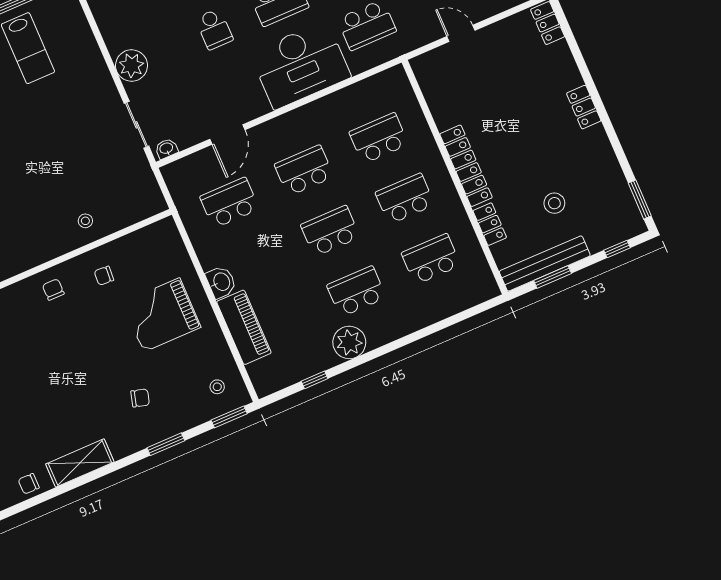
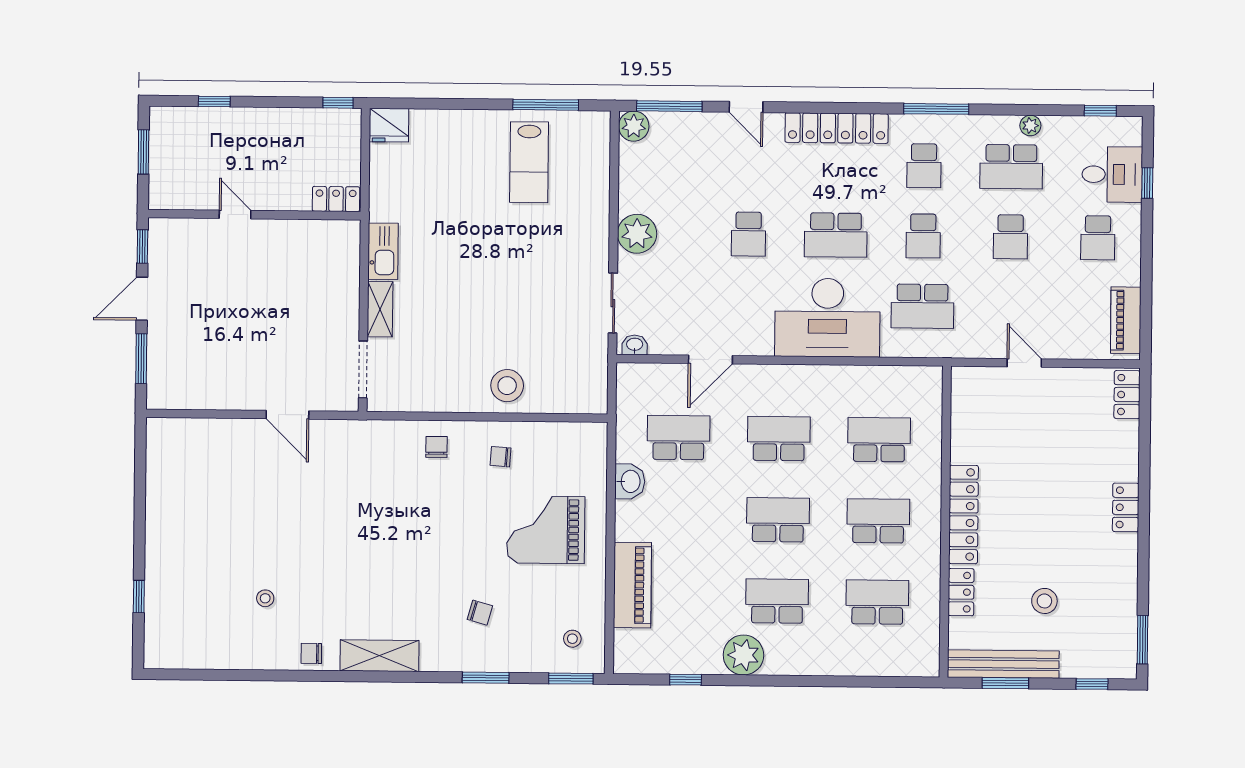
stool: (85, 221) -> (507, 386), width x1.89, depth x1.89
washbasin: (221, 282) -> (630, 481), moved

